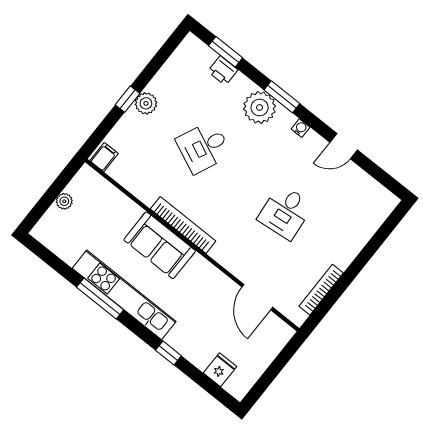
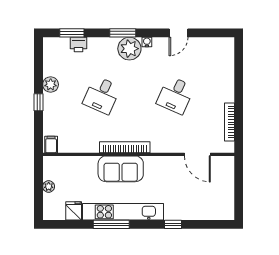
plant: (146, 103) -> (51, 85), moved
plant: (260, 108) -> (129, 49), moved
desk: (285, 212) -> (175, 95), turned 30
fridge: (220, 370) -> (74, 211), moved

